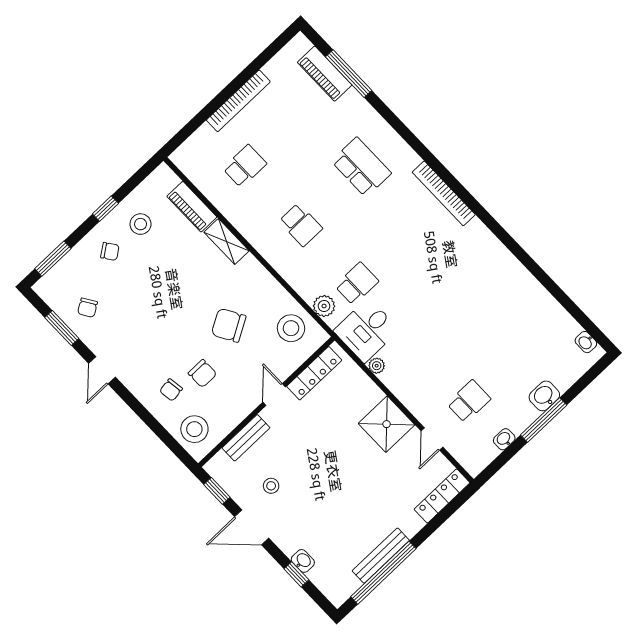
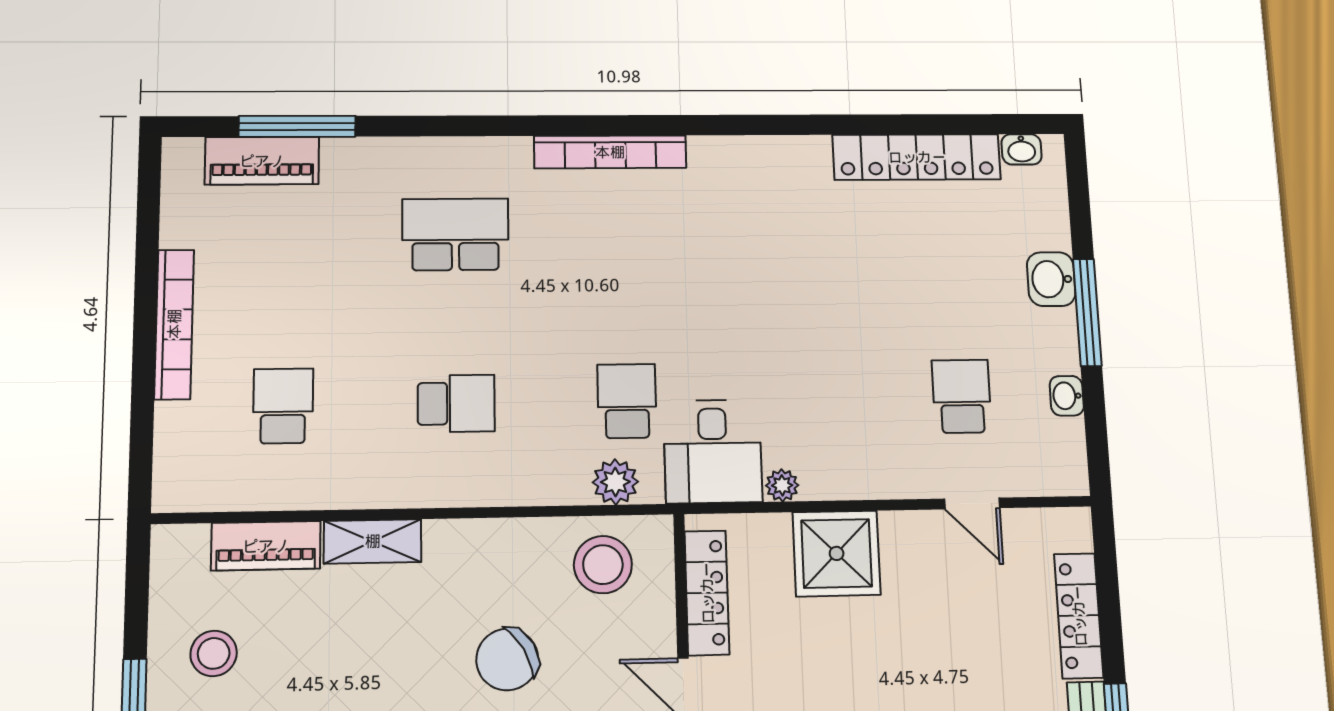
locker: (546, 306) -> (917, 157), added
shower: (387, 424) -> (837, 553), moved
locker: (442, 496) -> (1079, 616), moved

